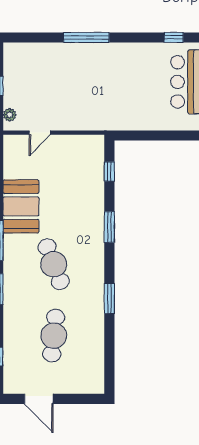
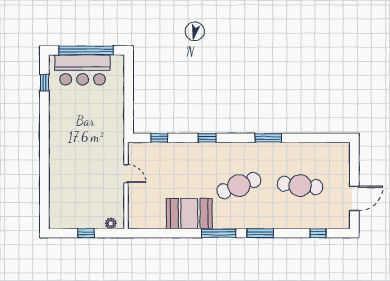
window: (86, 37) -> (44, 158), removed
door: (40, 133) -> (126, 174), moved
window: (109, 227) -> (207, 138), width x0.67

